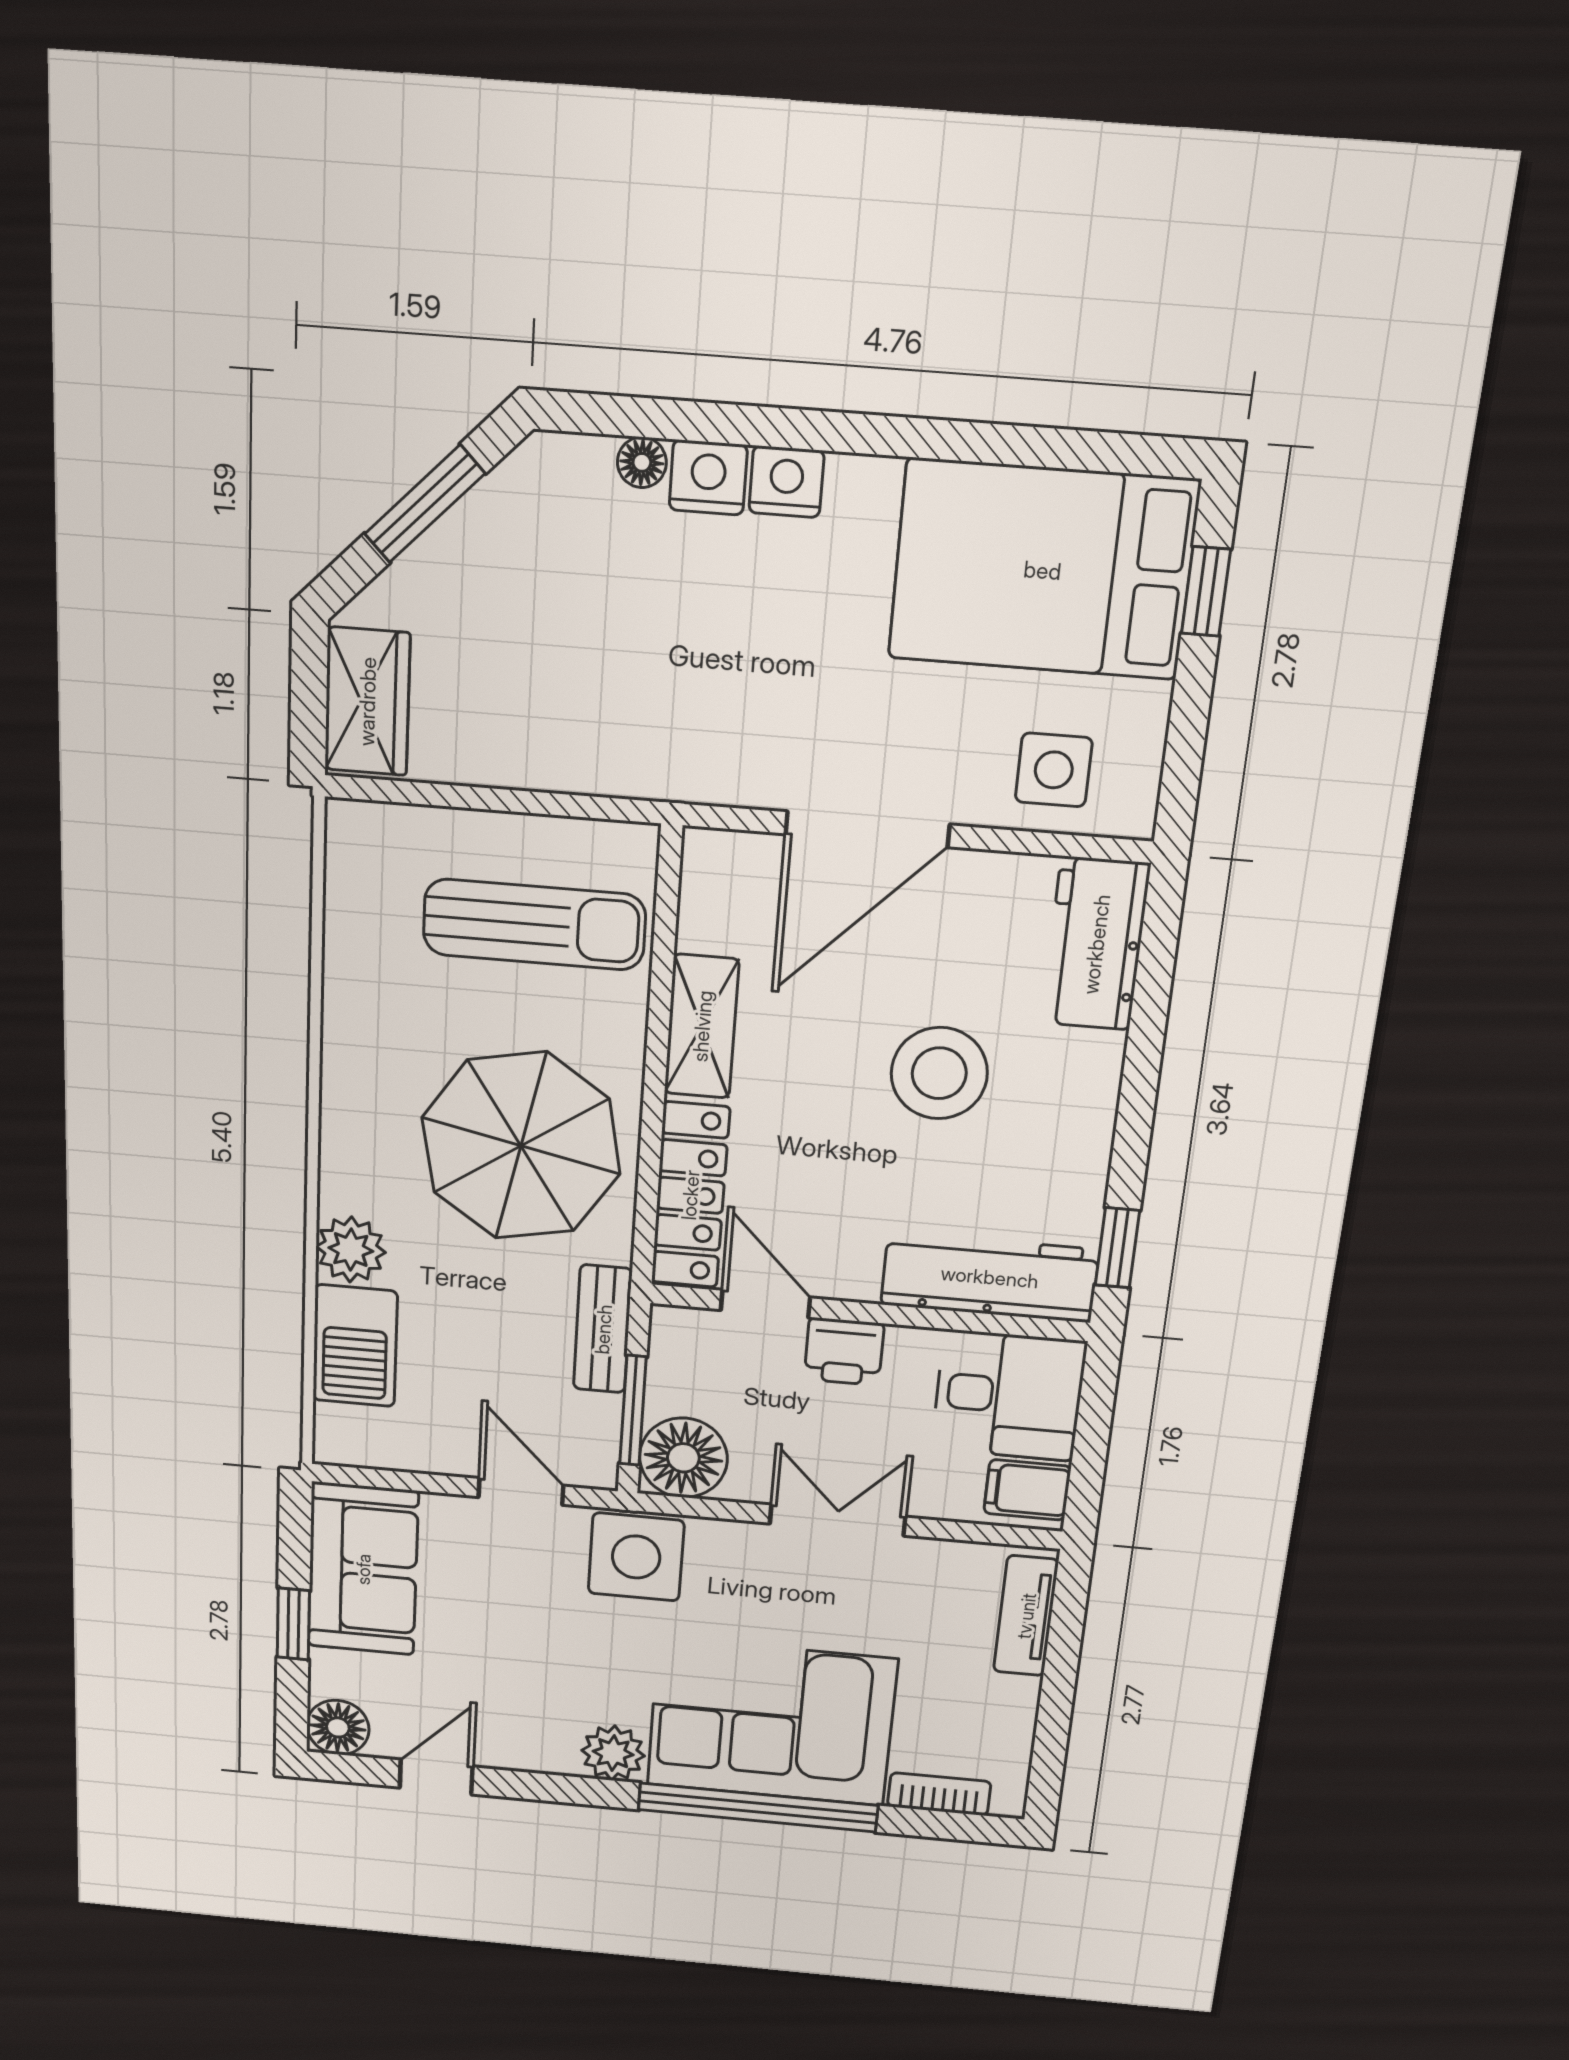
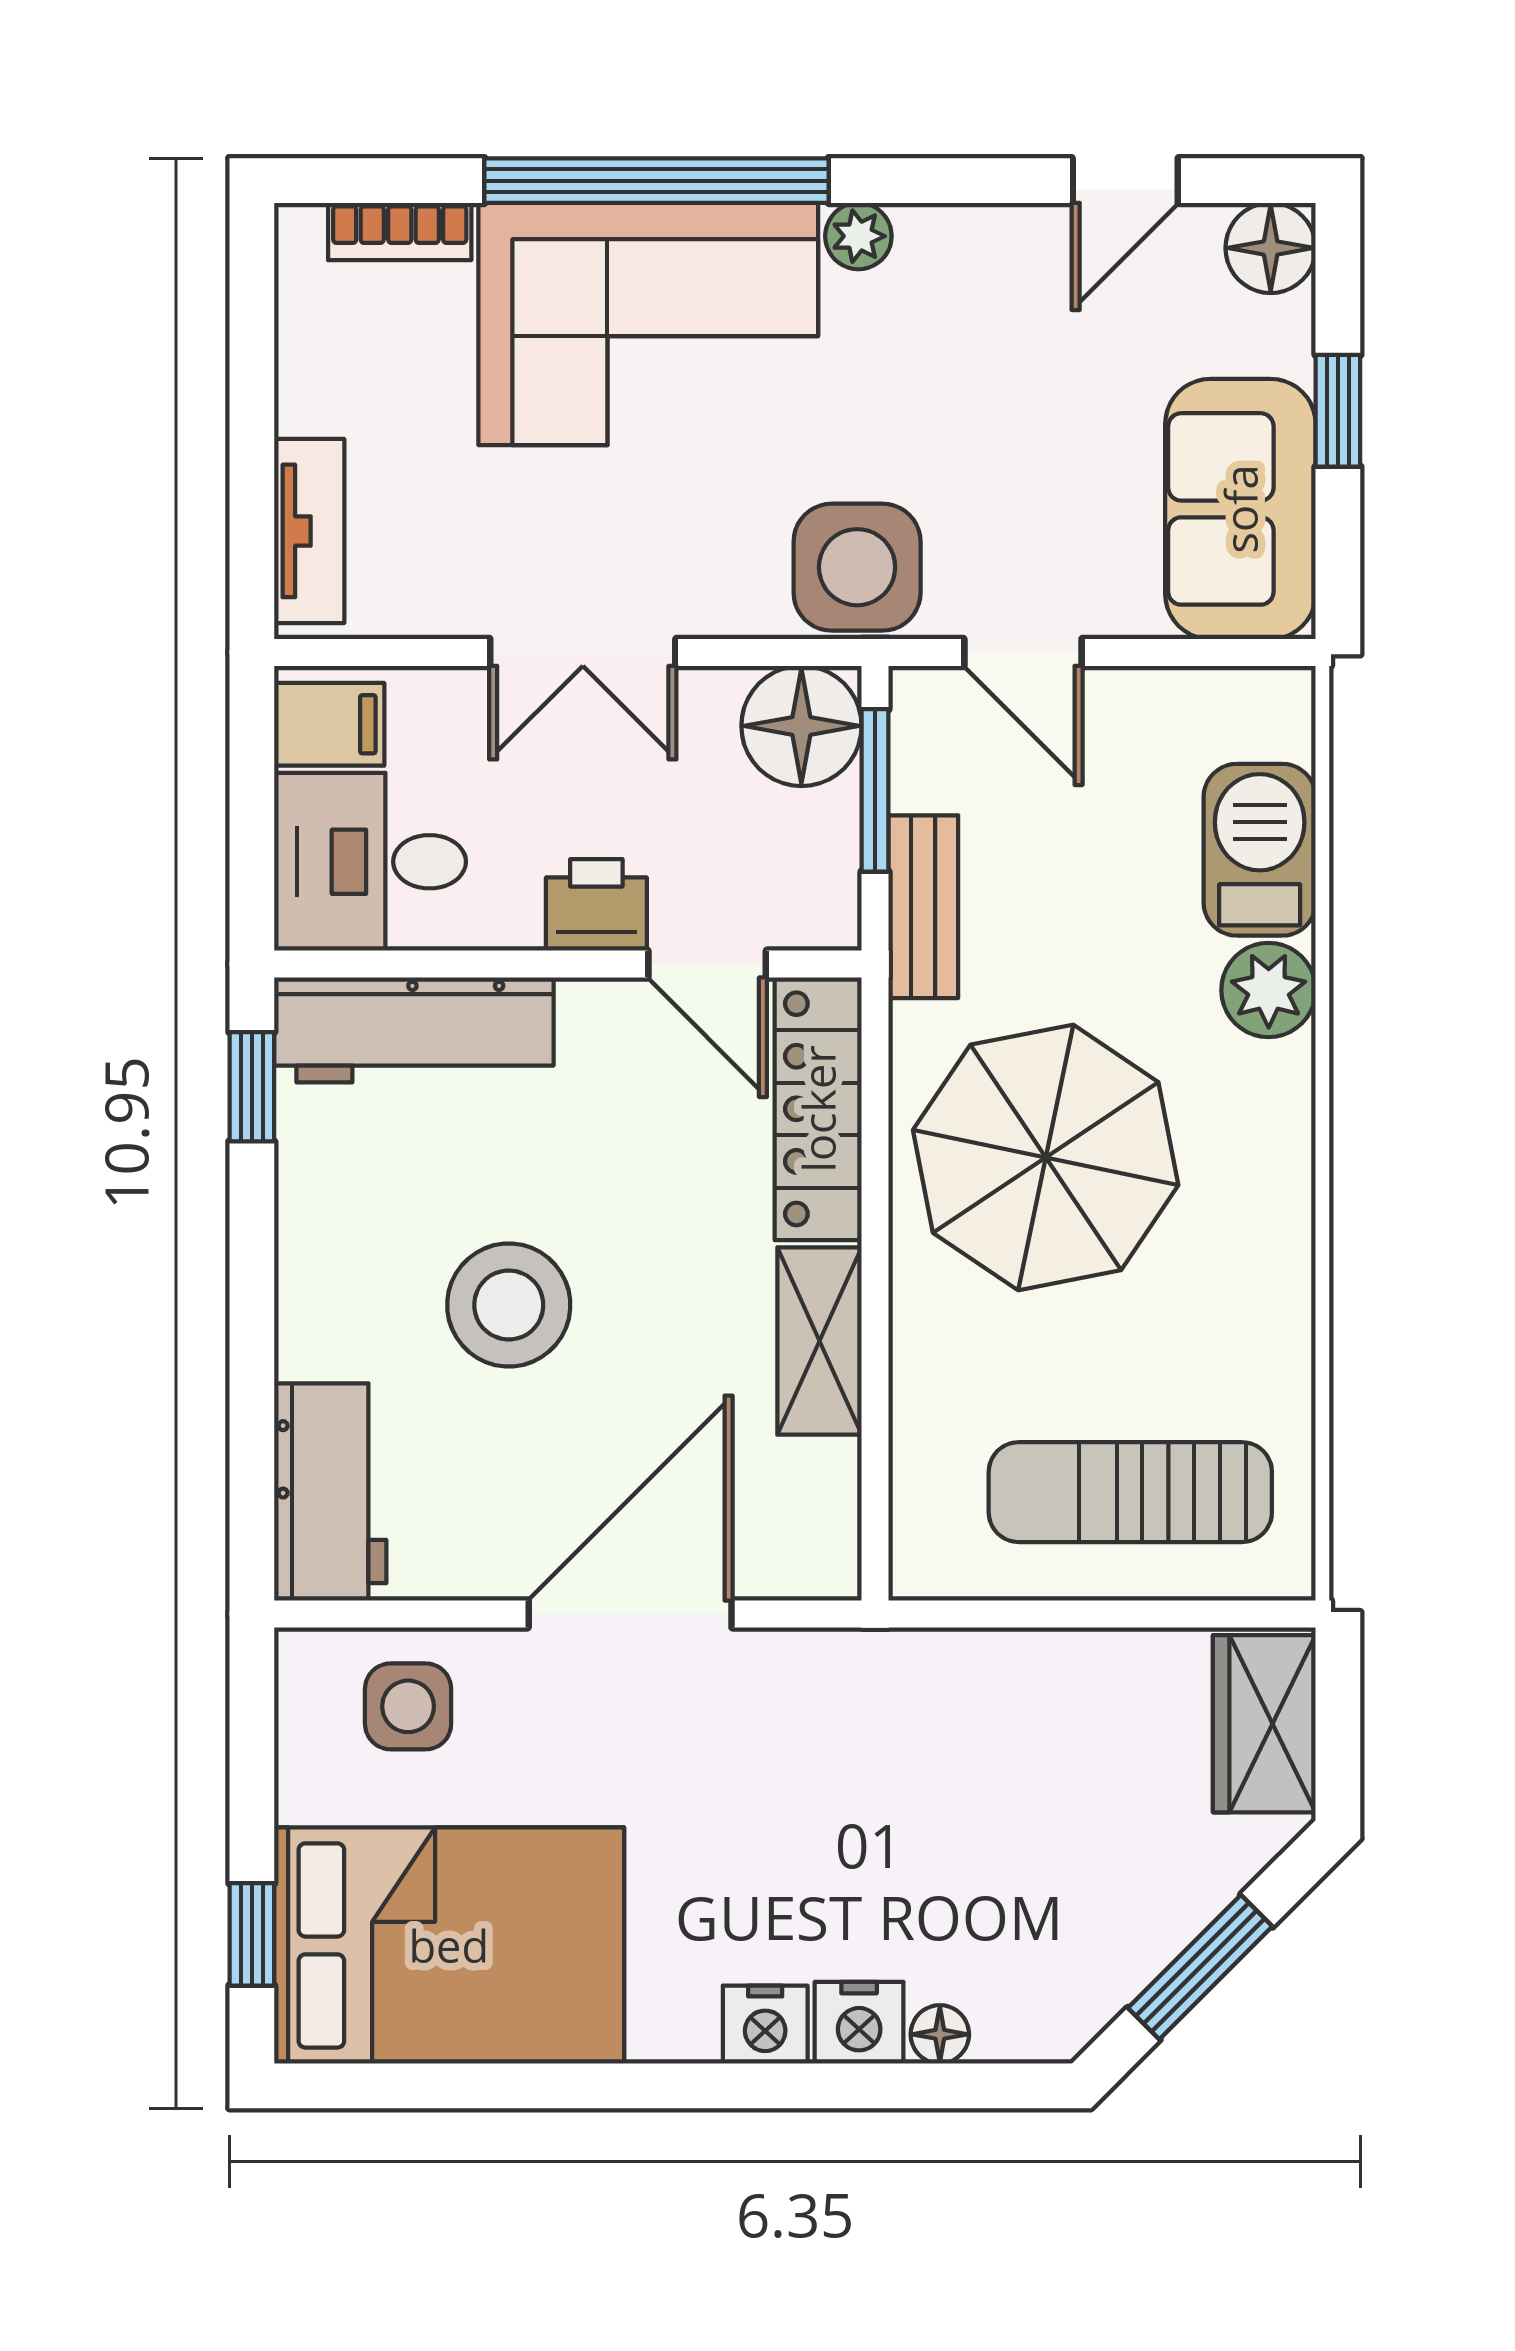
sun lounger: (534, 925) -> (1130, 1492), moved
plant: (613, 1753) -> (858, 236), width x0.73, depth x0.73

